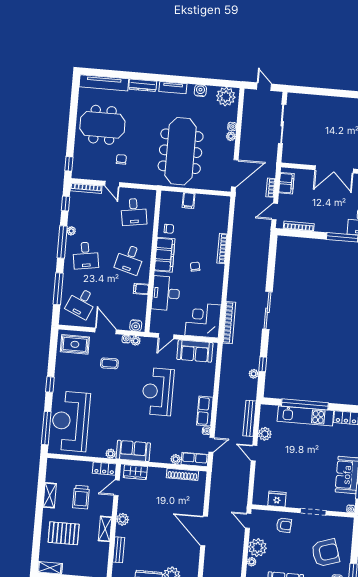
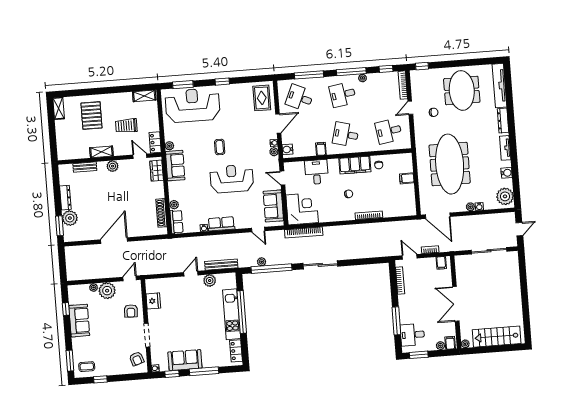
meeting table: (181, 151) -> (450, 164), turned 90
filing cabinet: (286, 183) -> (441, 263), width x0.50
desk: (166, 293) -> (317, 172), width x0.73
coffee table: (109, 363) -> (220, 147), moved
window: (263, 364) -> (271, 269), width x3.17
window: (46, 428) -> (183, 85), width x0.69
door: (212, 445) -> (258, 229), moved
shelving: (50, 495) -> (144, 96), moved
armchair: (325, 553) -> (137, 359), moved, width x0.53, depth x0.53

